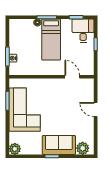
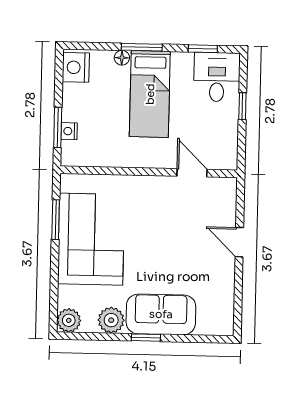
nightstand: (15, 28) -> (76, 67), added
plant: (83, 148) -> (111, 320), moved

